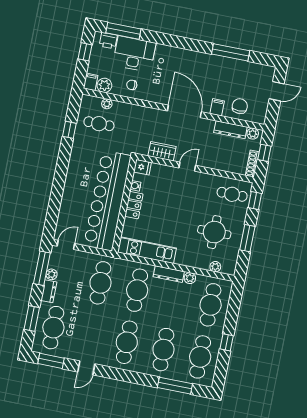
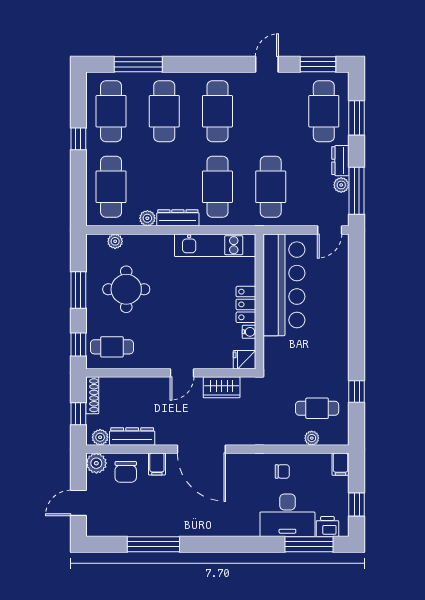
plant: (104, 85) -> (96, 463), moved
bar counter: (107, 201) -> (284, 285), width x0.73

